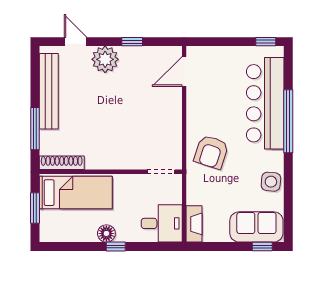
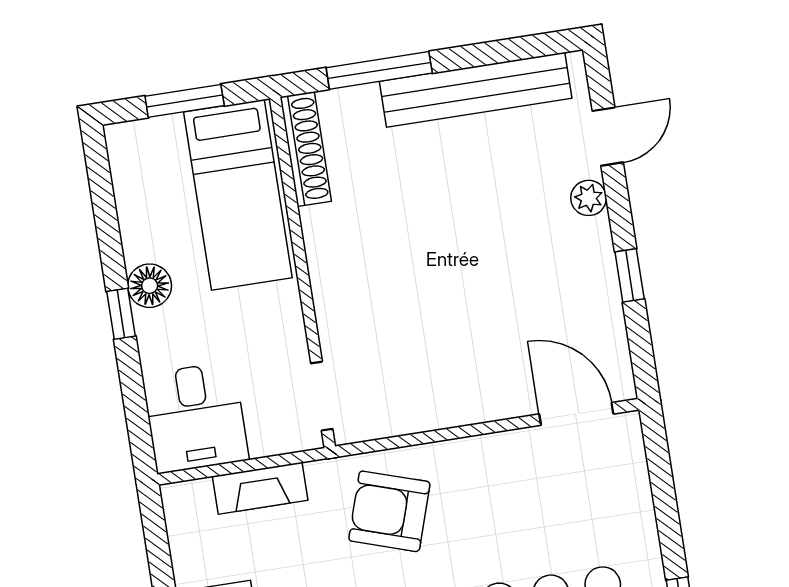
plant: (105, 59) -> (589, 198), width x0.53, depth x0.53
fireplace: (194, 224) -> (260, 488), moved

